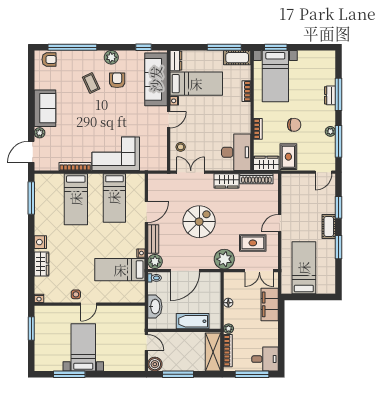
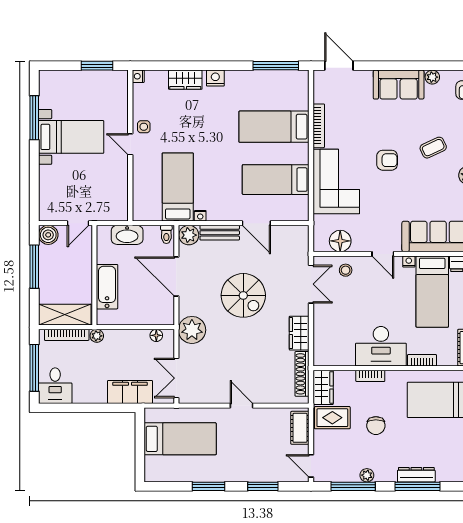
armchair: (117, 80) -> (387, 160), moved
dresser: (330, 95) -> (416, 475), width x1.44
plant: (40, 133) -> (432, 77), moved
floor lamp: (159, 151) -> (340, 241), added
desk: (236, 152) -> (381, 346), moved
cot: (329, 227) -> (300, 428), moved, turned 90
rug: (253, 243) -> (214, 369), removed
floor lamp: (228, 303) -> (156, 335), moved

